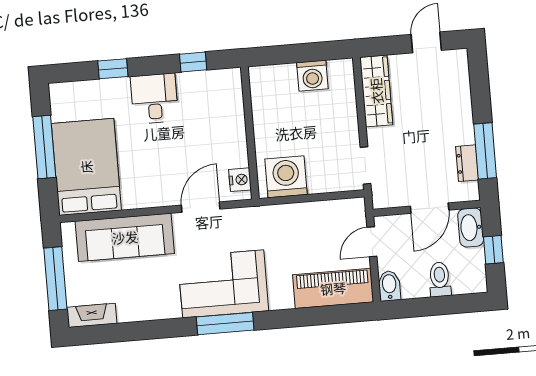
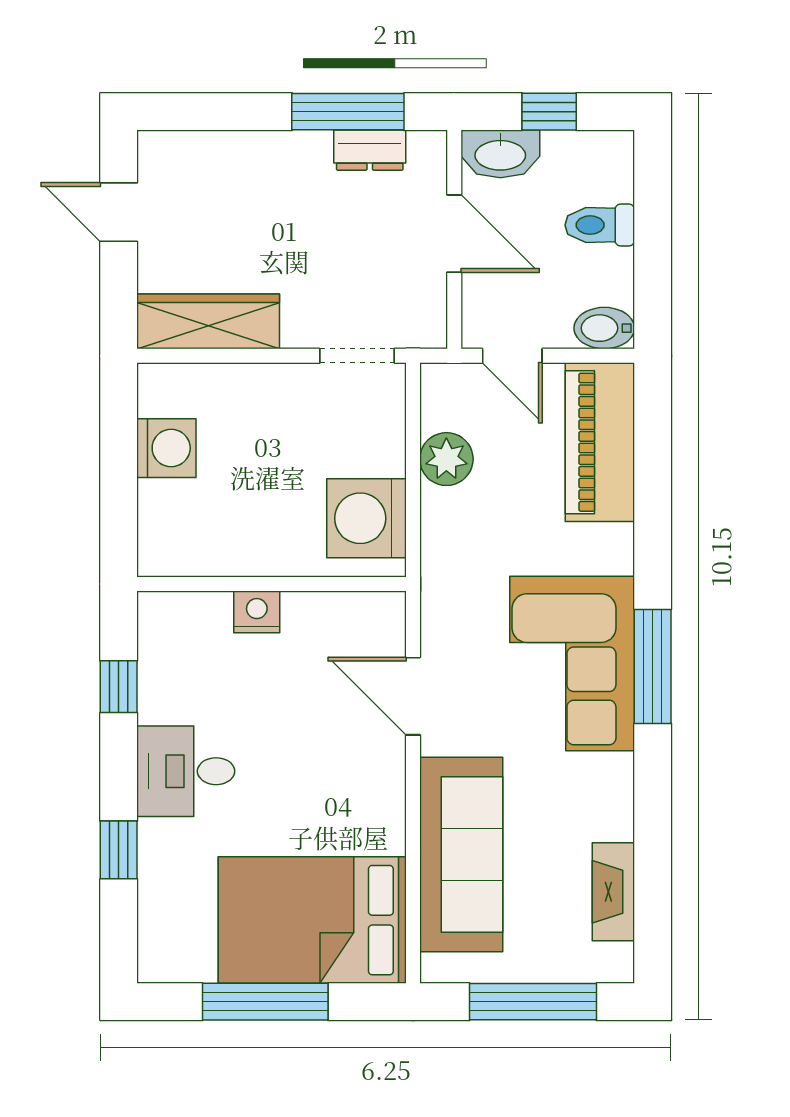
nightstand: (240, 180) -> (257, 612), moved
plant: (318, 214) -> (446, 459), added
fireplace: (92, 315) -> (613, 892), moved

